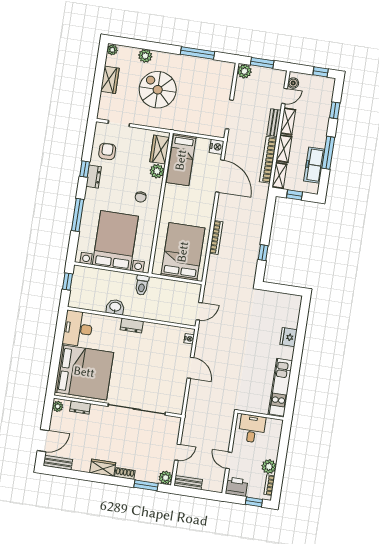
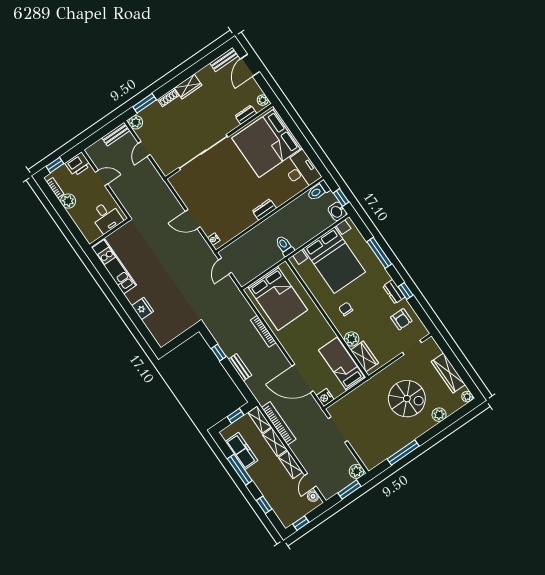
wardrobe: (110, 80) -> (448, 373), width x1.50
bench: (274, 123) -> (240, 367), moved
toilet: (79, 302) -> (318, 191), added
washbasin: (115, 307) -> (337, 211), moved, turned 90

